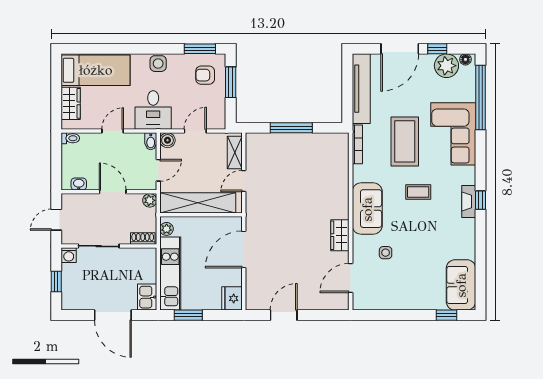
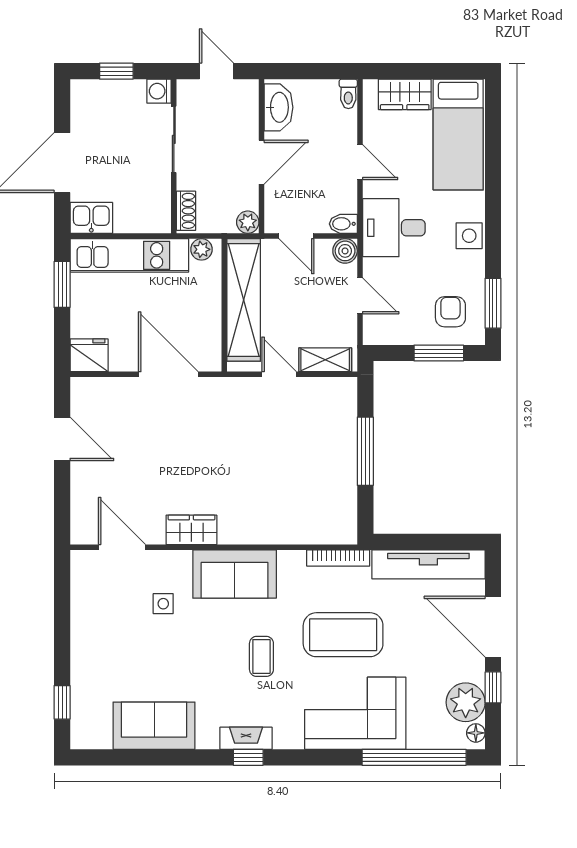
washbasin: (79, 184) -> (279, 107), width x1.91, depth x1.45
sofa: (461, 285) -> (154, 726), moved

